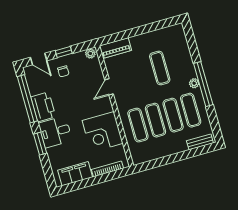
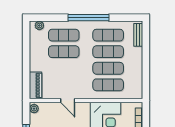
exercise mat: (177, 63) -> (64, 35), added
plant: (194, 83) -> (39, 26), moved

